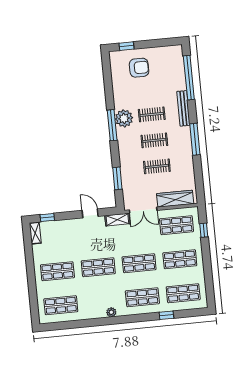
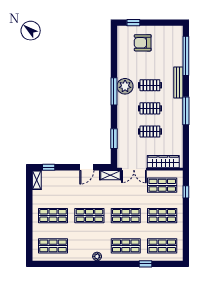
armchair: (139, 68) -> (143, 43), turned 180
door: (90, 213) -> (87, 167), swing flipped

